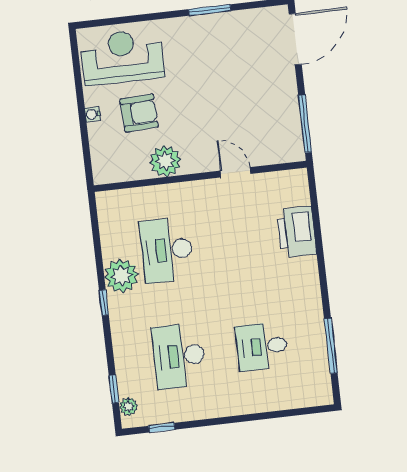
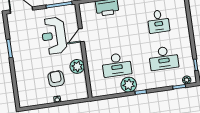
reception desk: (122, 57) -> (54, 36), moved

